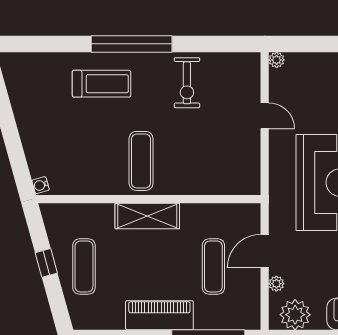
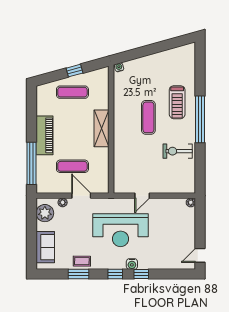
door: (265, 116) -> (142, 196), moved
exercise mat: (141, 161) -> (148, 117), moved, turned 90

